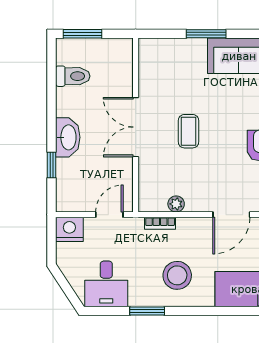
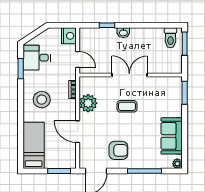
window: (206, 34) -> (185, 93), moved
toilet: (73, 76) -> (170, 38), moved
washbasin: (68, 137) -> (123, 33), width x0.52, depth x0.69
plant: (176, 204) -> (88, 103), width x1.88, depth x1.88
window: (147, 311) -> (21, 69), moved

